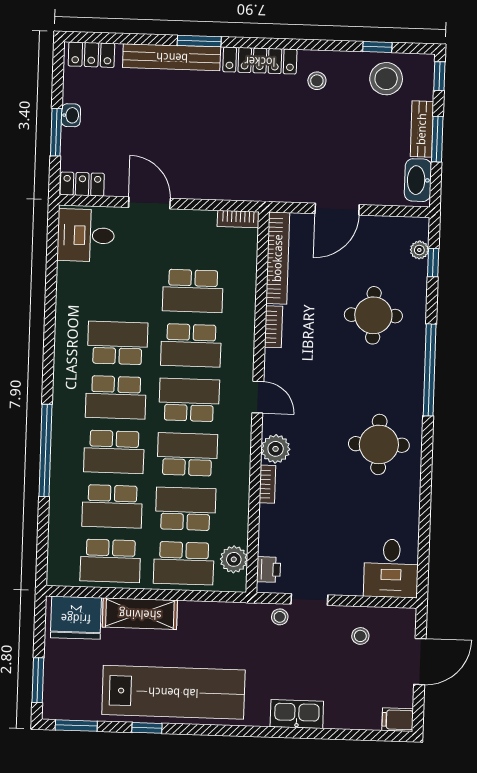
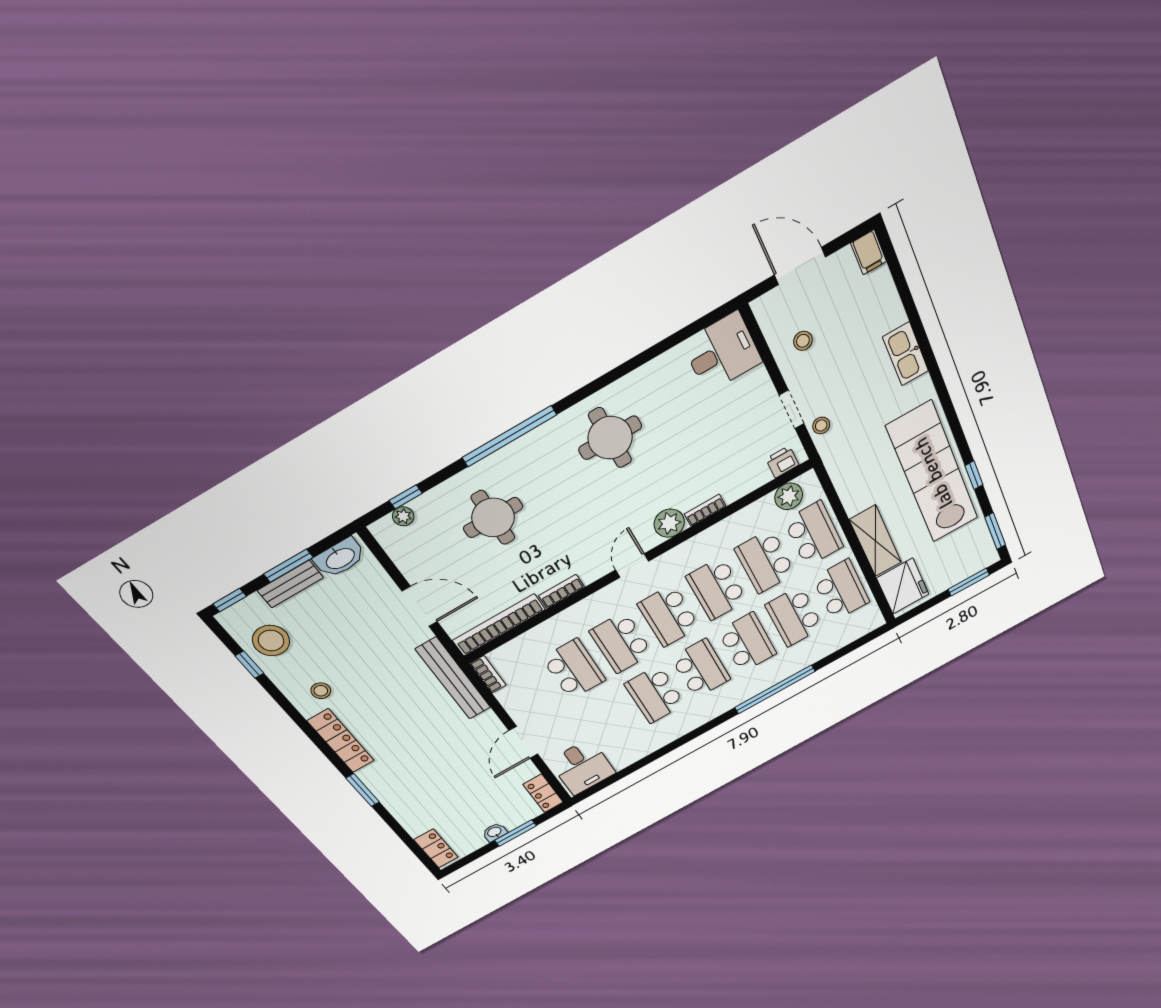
bench: (172, 57) -> (453, 679), moved
school desk: (191, 345) -> (621, 643), turned 180
school desk: (112, 506) -> (794, 616), turned 180

